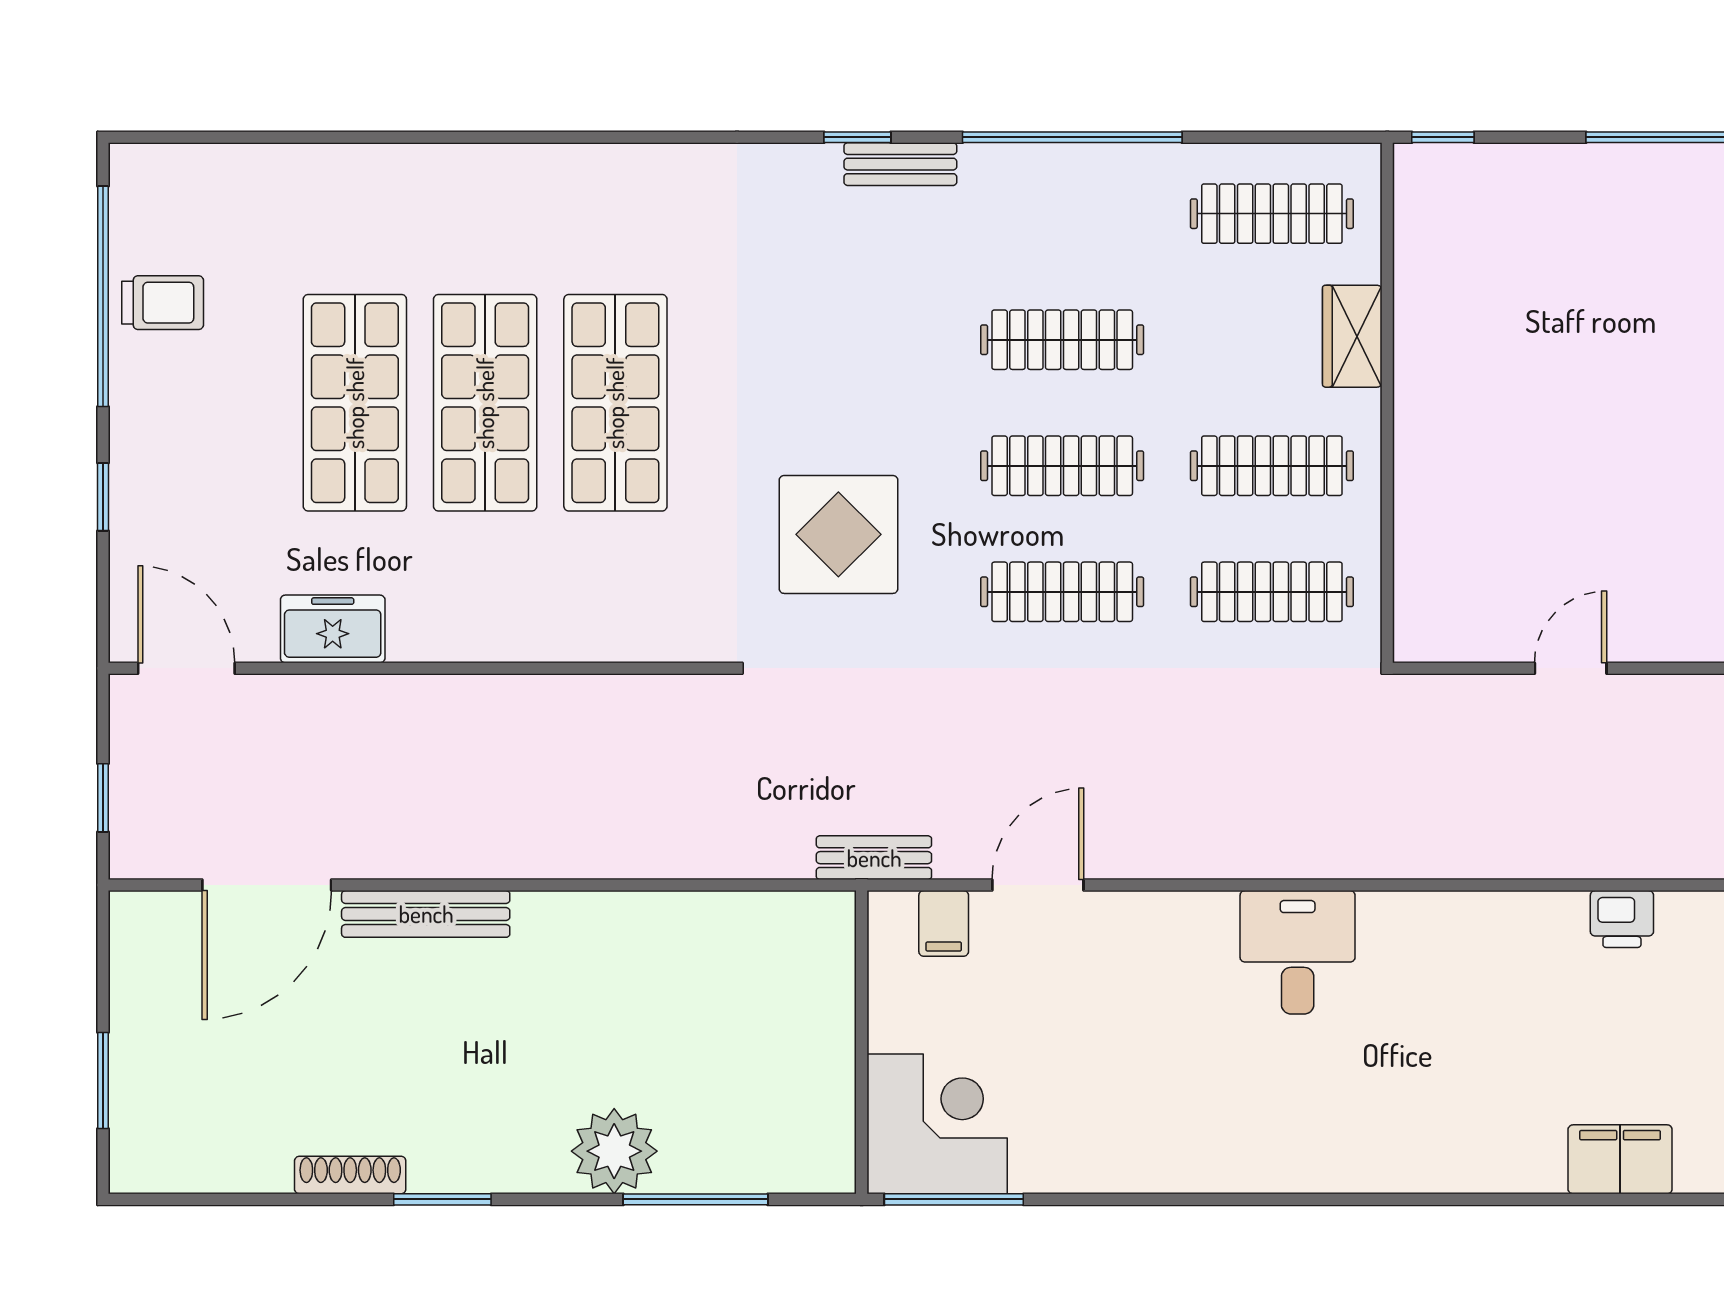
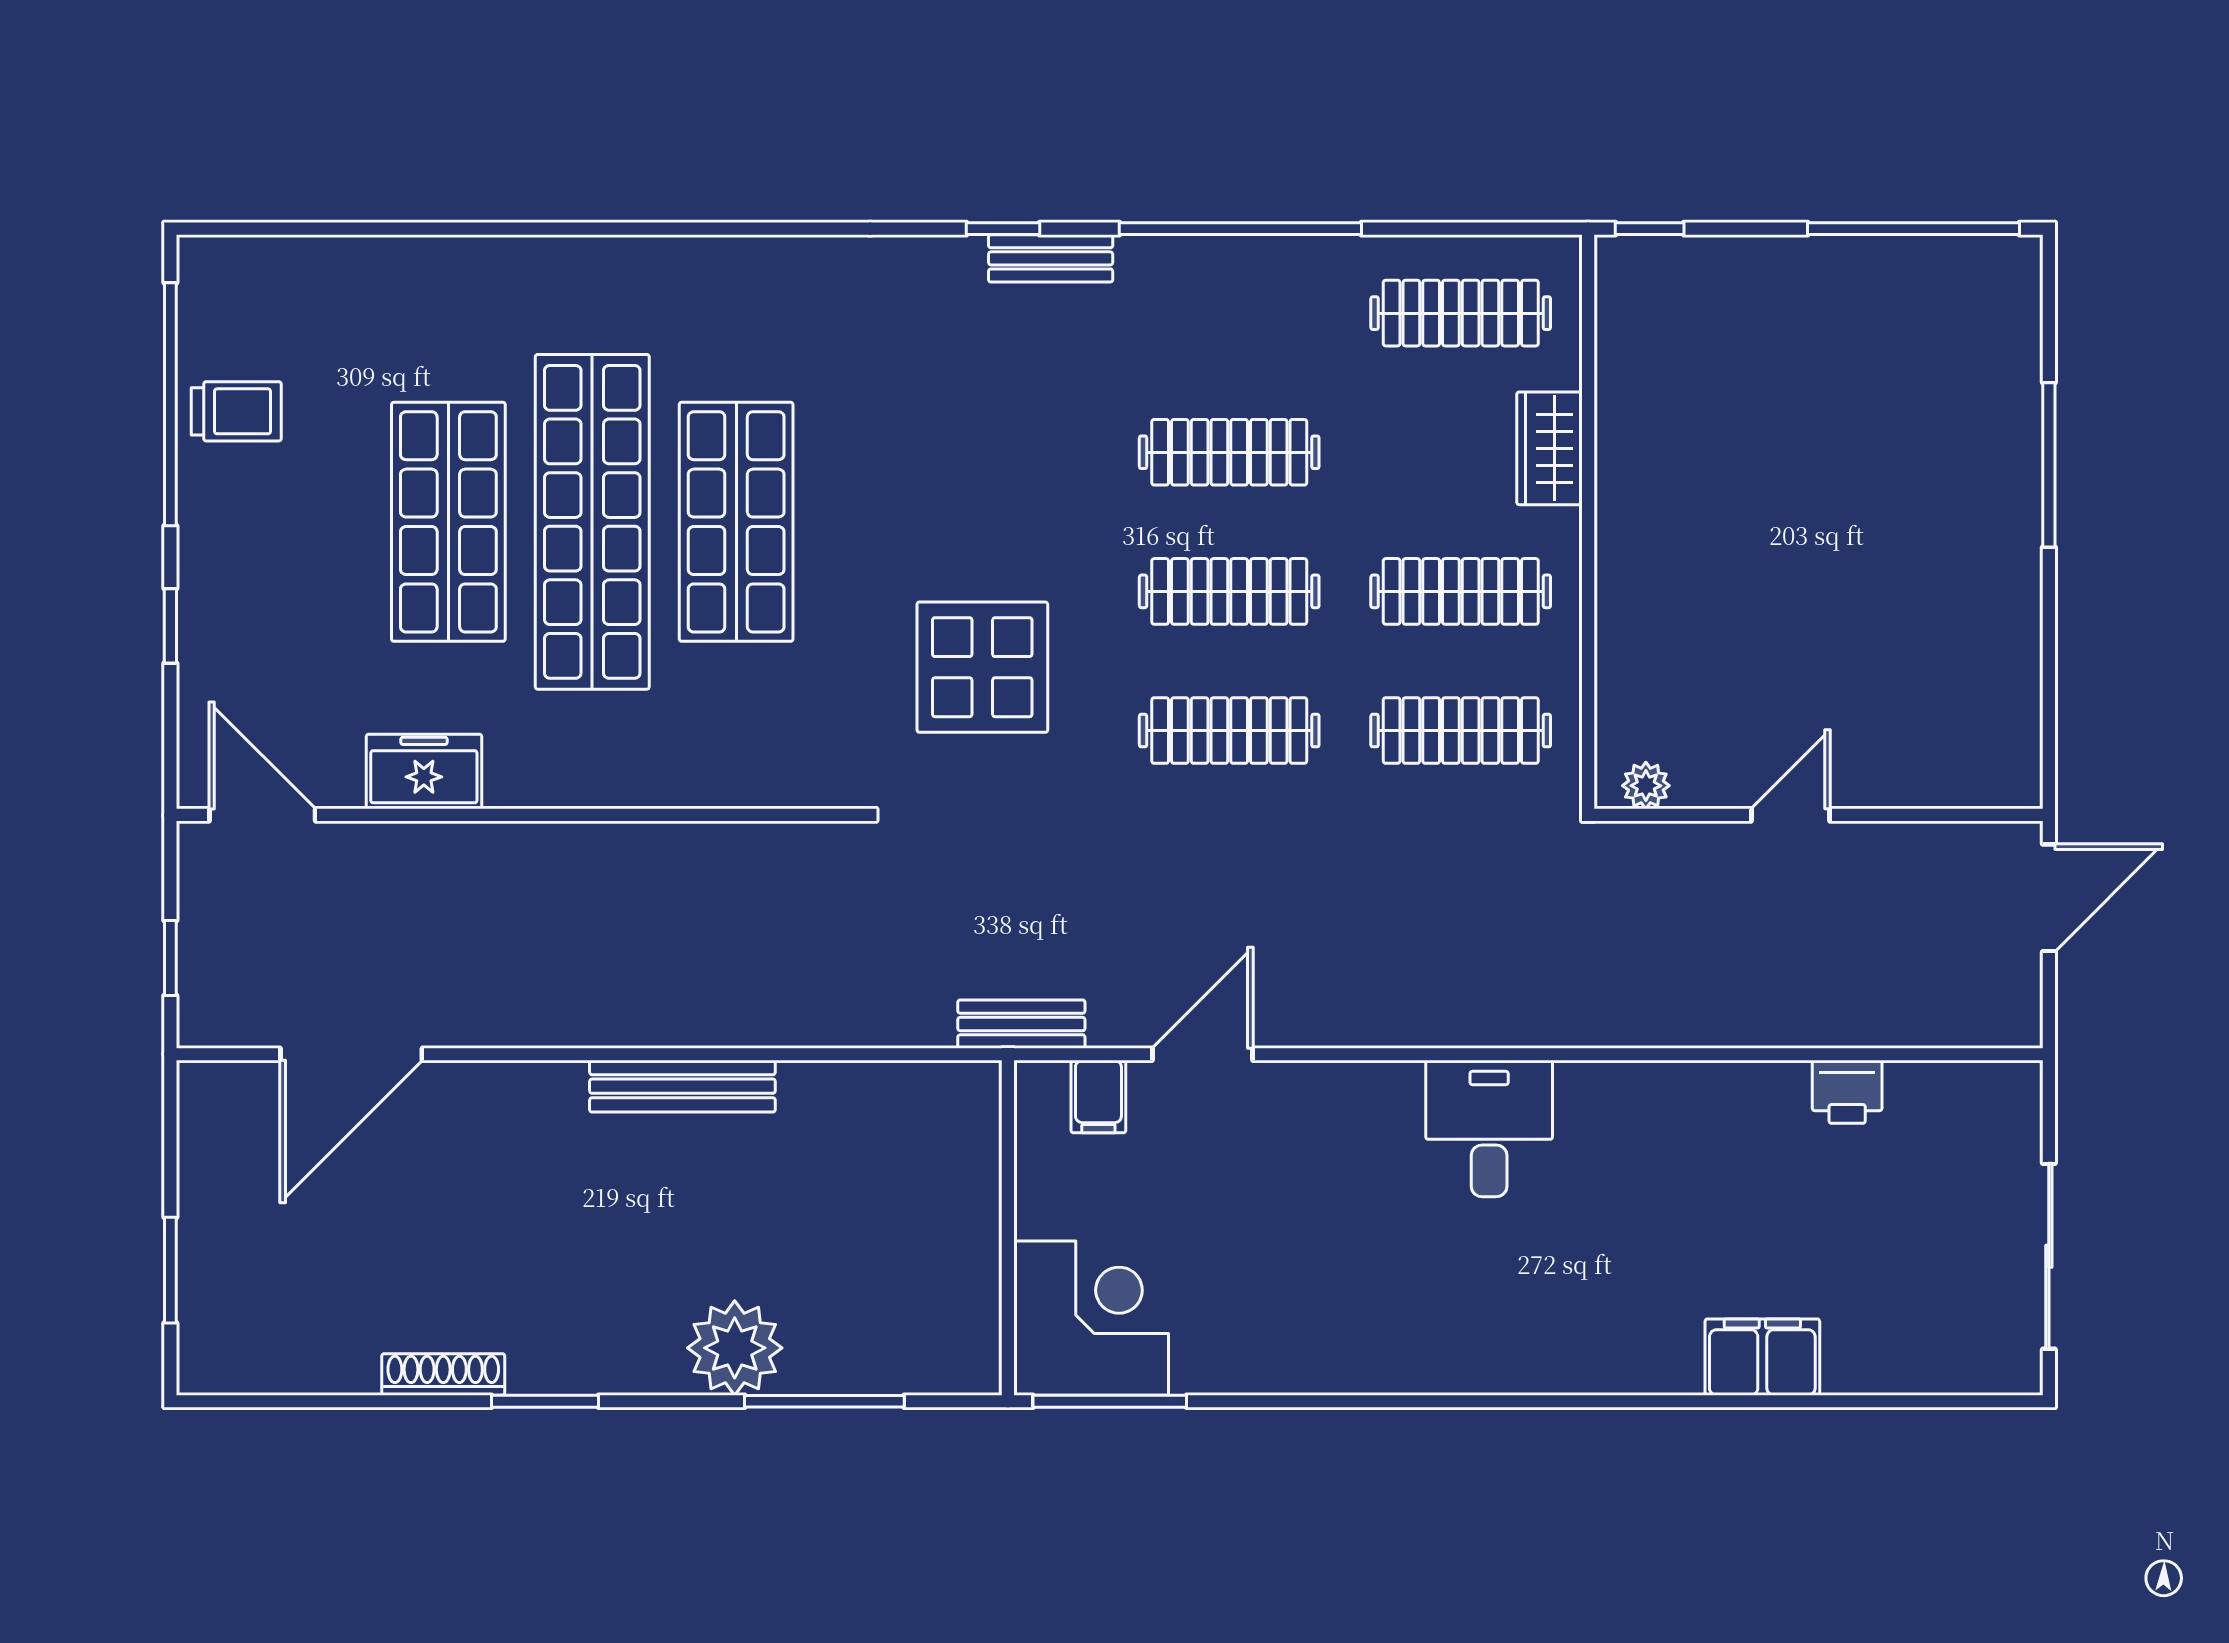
shop shelf: (485, 403) -> (592, 522), width x1.40
plant: (1440, 642) -> (1646, 786), added
bench: (426, 914) -> (682, 1086), moved
filing cabinet: (1620, 1159) -> (1762, 1357), moved

